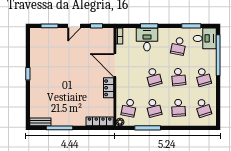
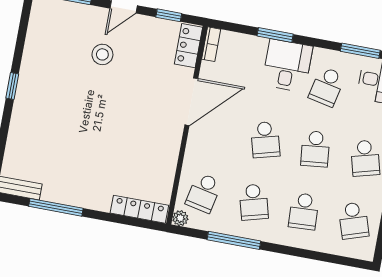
desk: (147, 39) -> (287, 66), moved
stool: (68, 51) -> (102, 54), added
door: (115, 65) -> (191, 102), swing flipped
locker: (109, 88) -> (188, 46), moved

